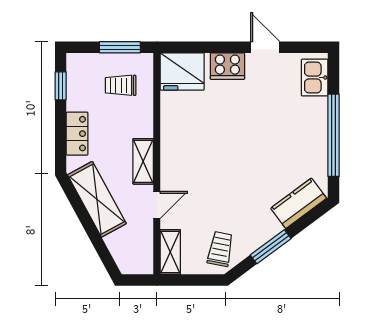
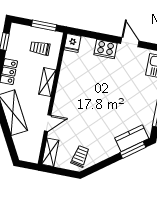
fridge: (182, 72) -> (72, 43), width x0.53, depth x0.75
shelving: (143, 161) -> (47, 82), moved
window: (271, 247) -> (133, 150), moved

